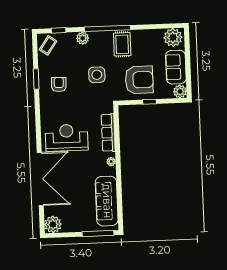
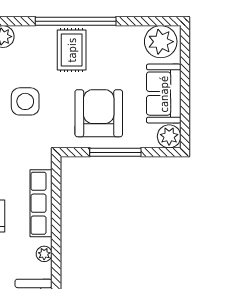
window: (107, 28) -> (76, 21), moved
armchair: (139, 80) -> (99, 113), turned -90
window: (150, 102) -> (115, 152), width x2.17

